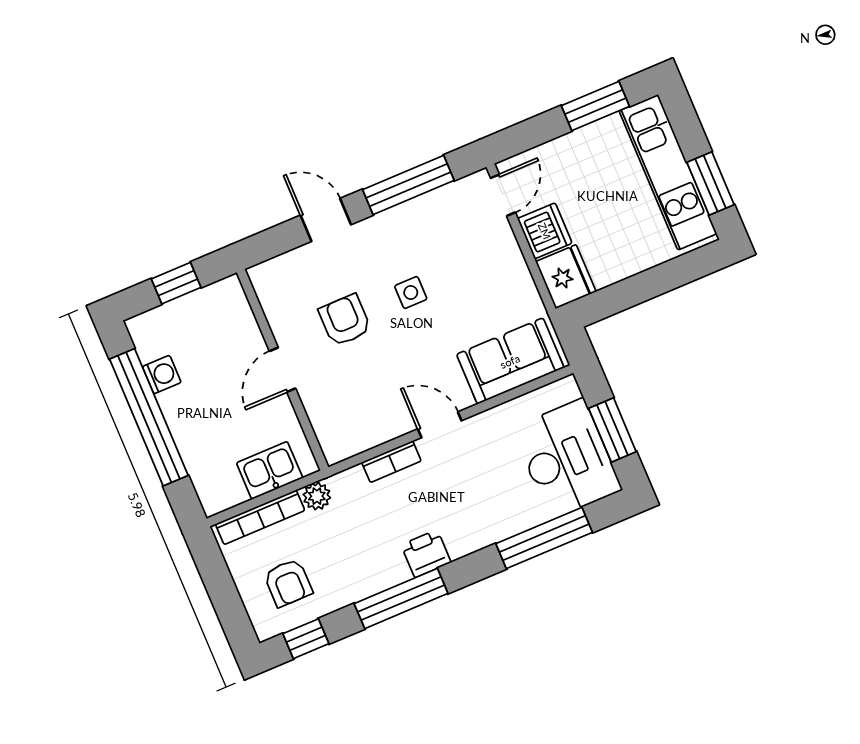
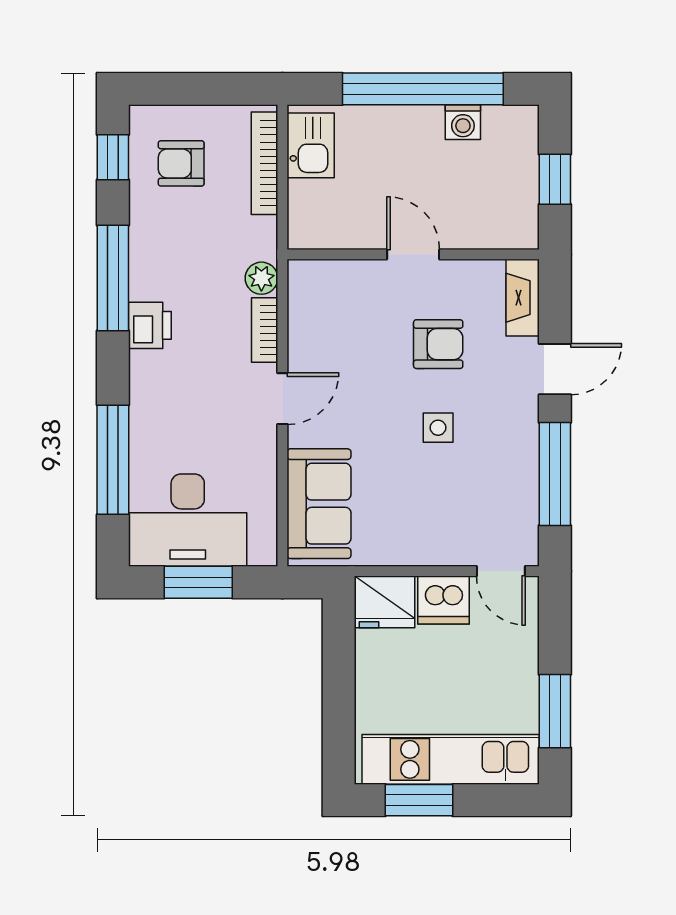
fireplace: (280, 269) -> (523, 298), added
kitchen sink: (270, 470) -> (311, 145), moved
plant: (317, 496) -> (261, 278), moved

